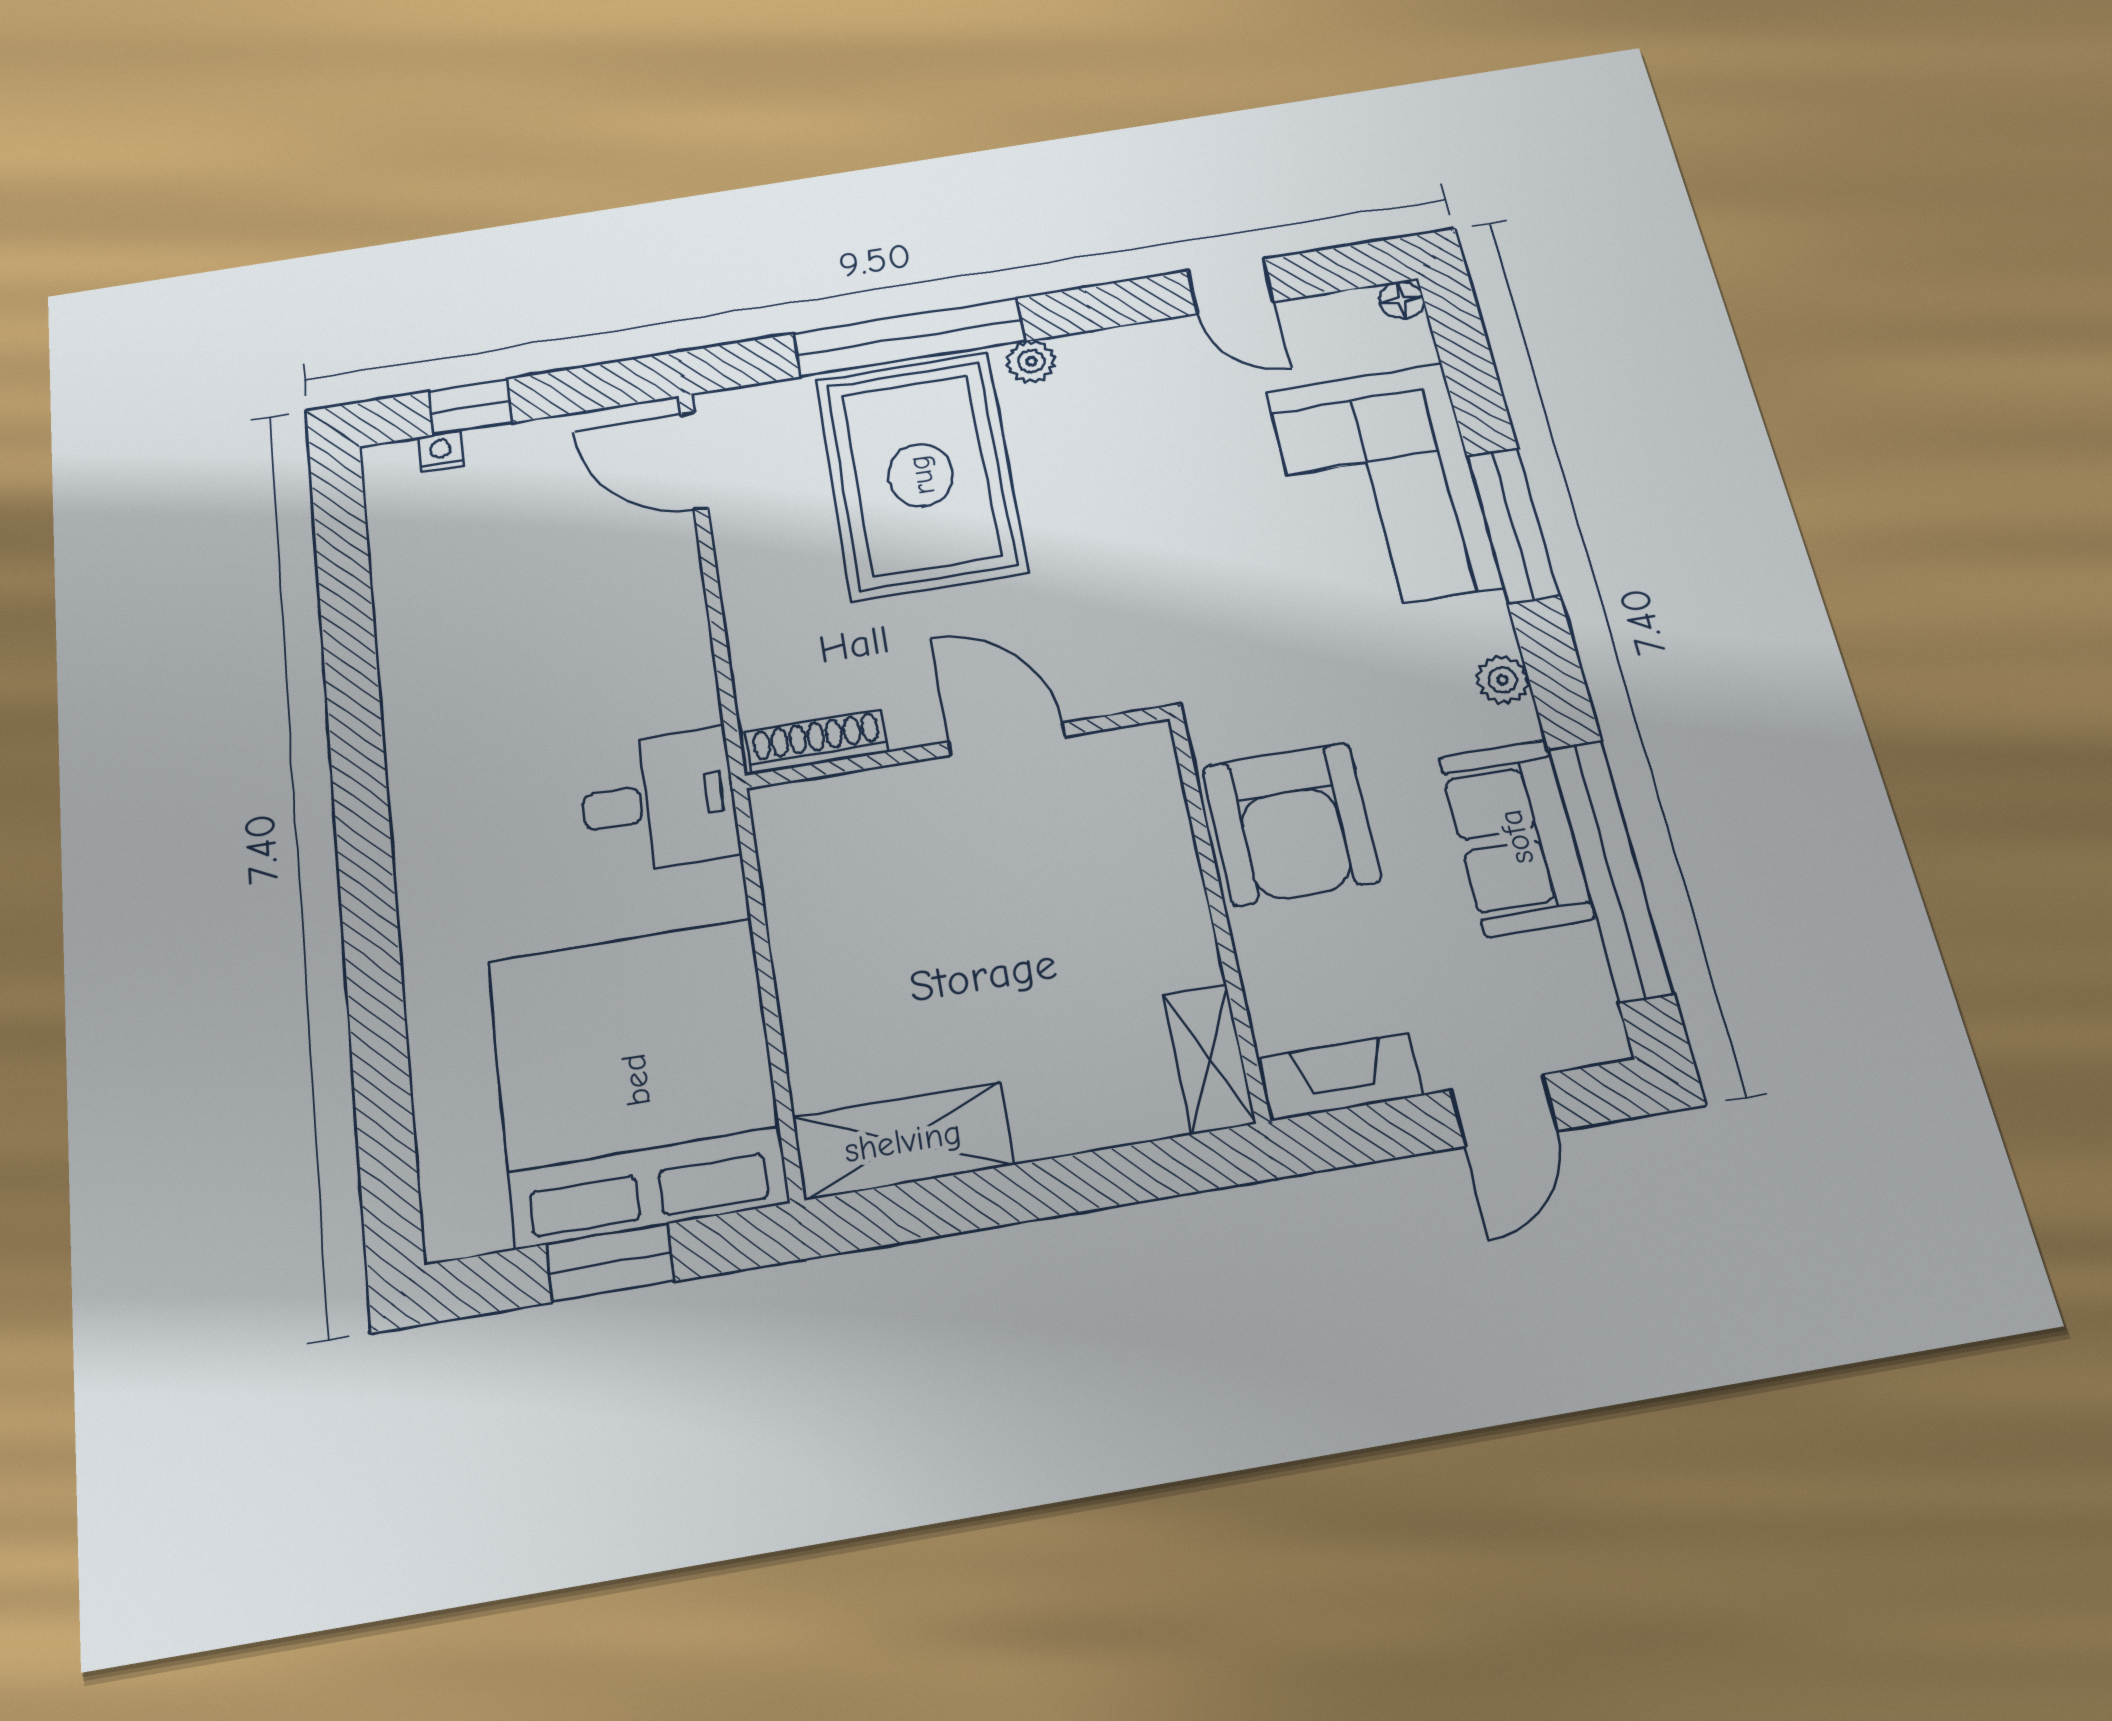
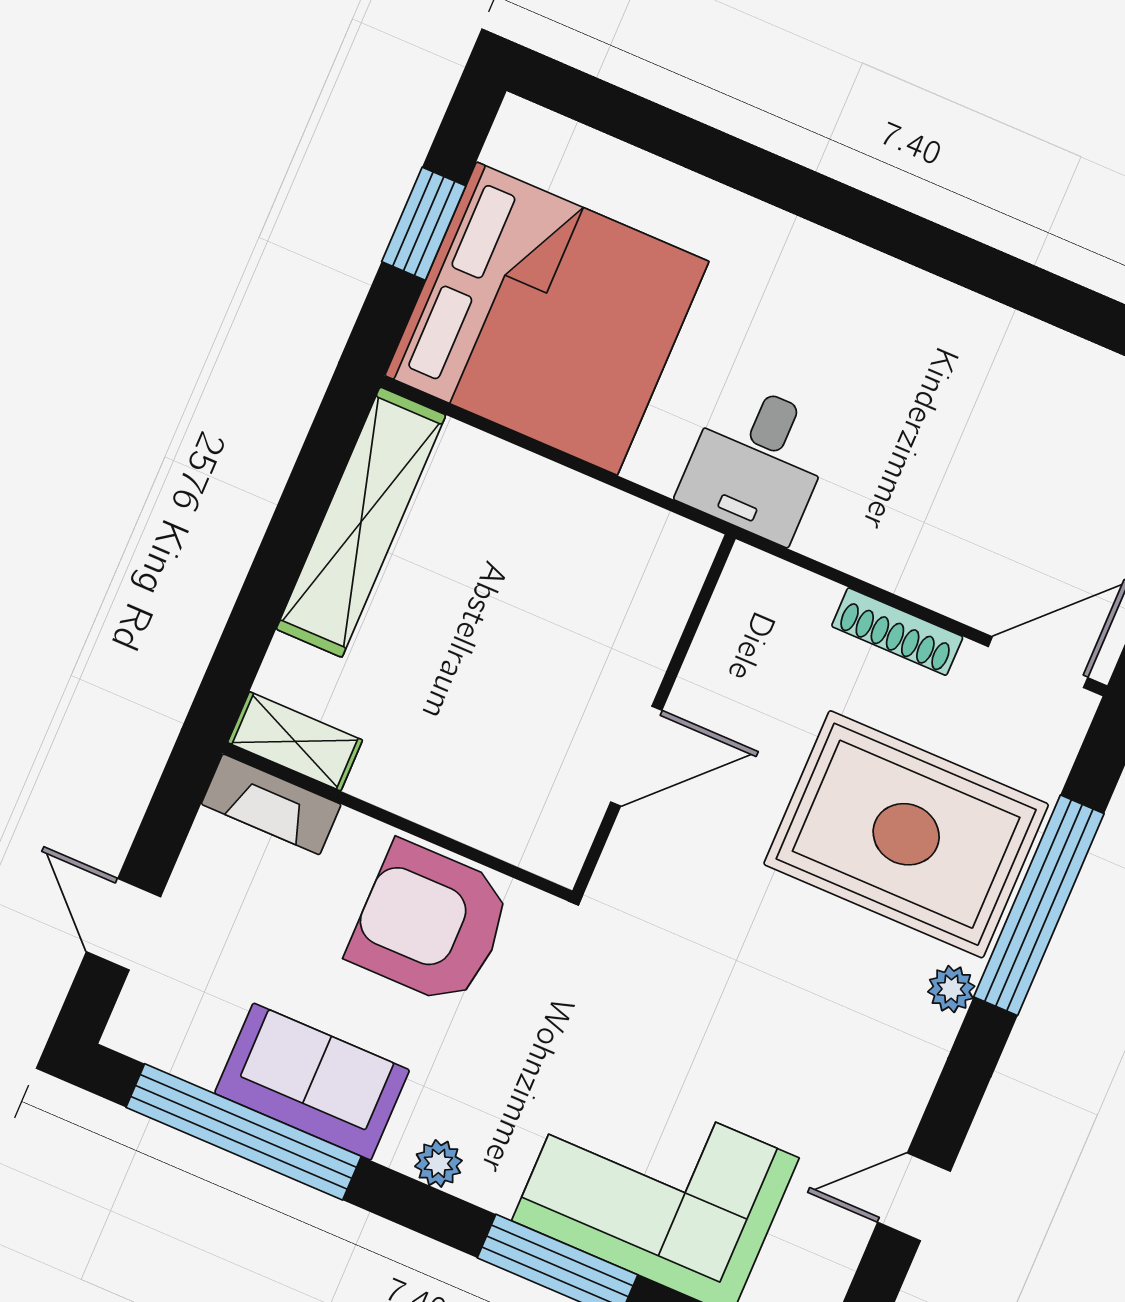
shoe rack: (817, 742) -> (897, 632), moved, turned 90
fireplace: (1341, 1077) -> (271, 804), moved, turned 90
shelving: (903, 1141) -> (361, 522), width x1.47

